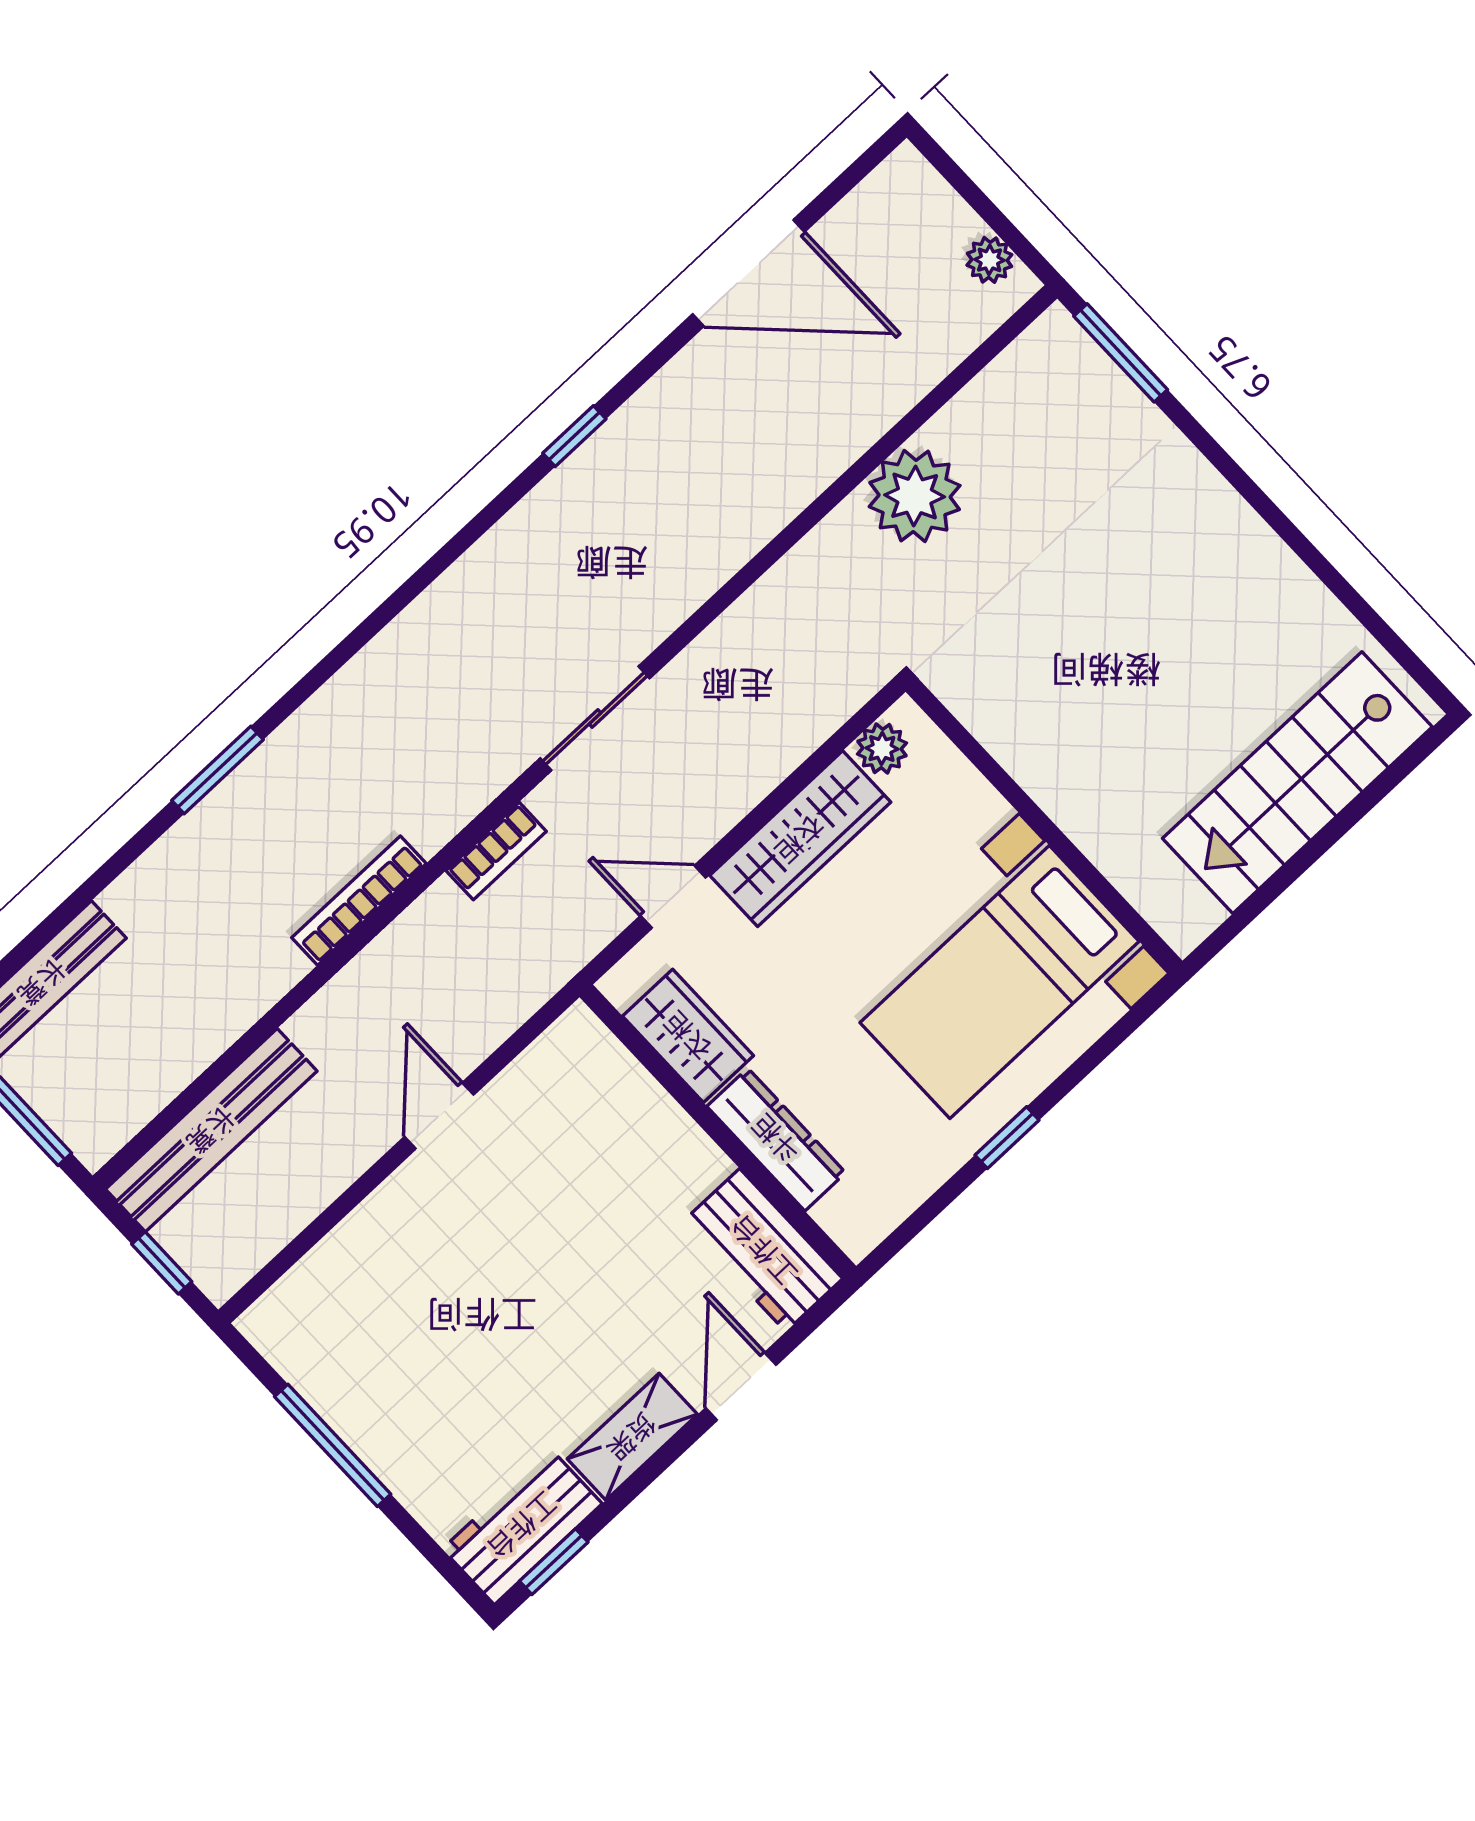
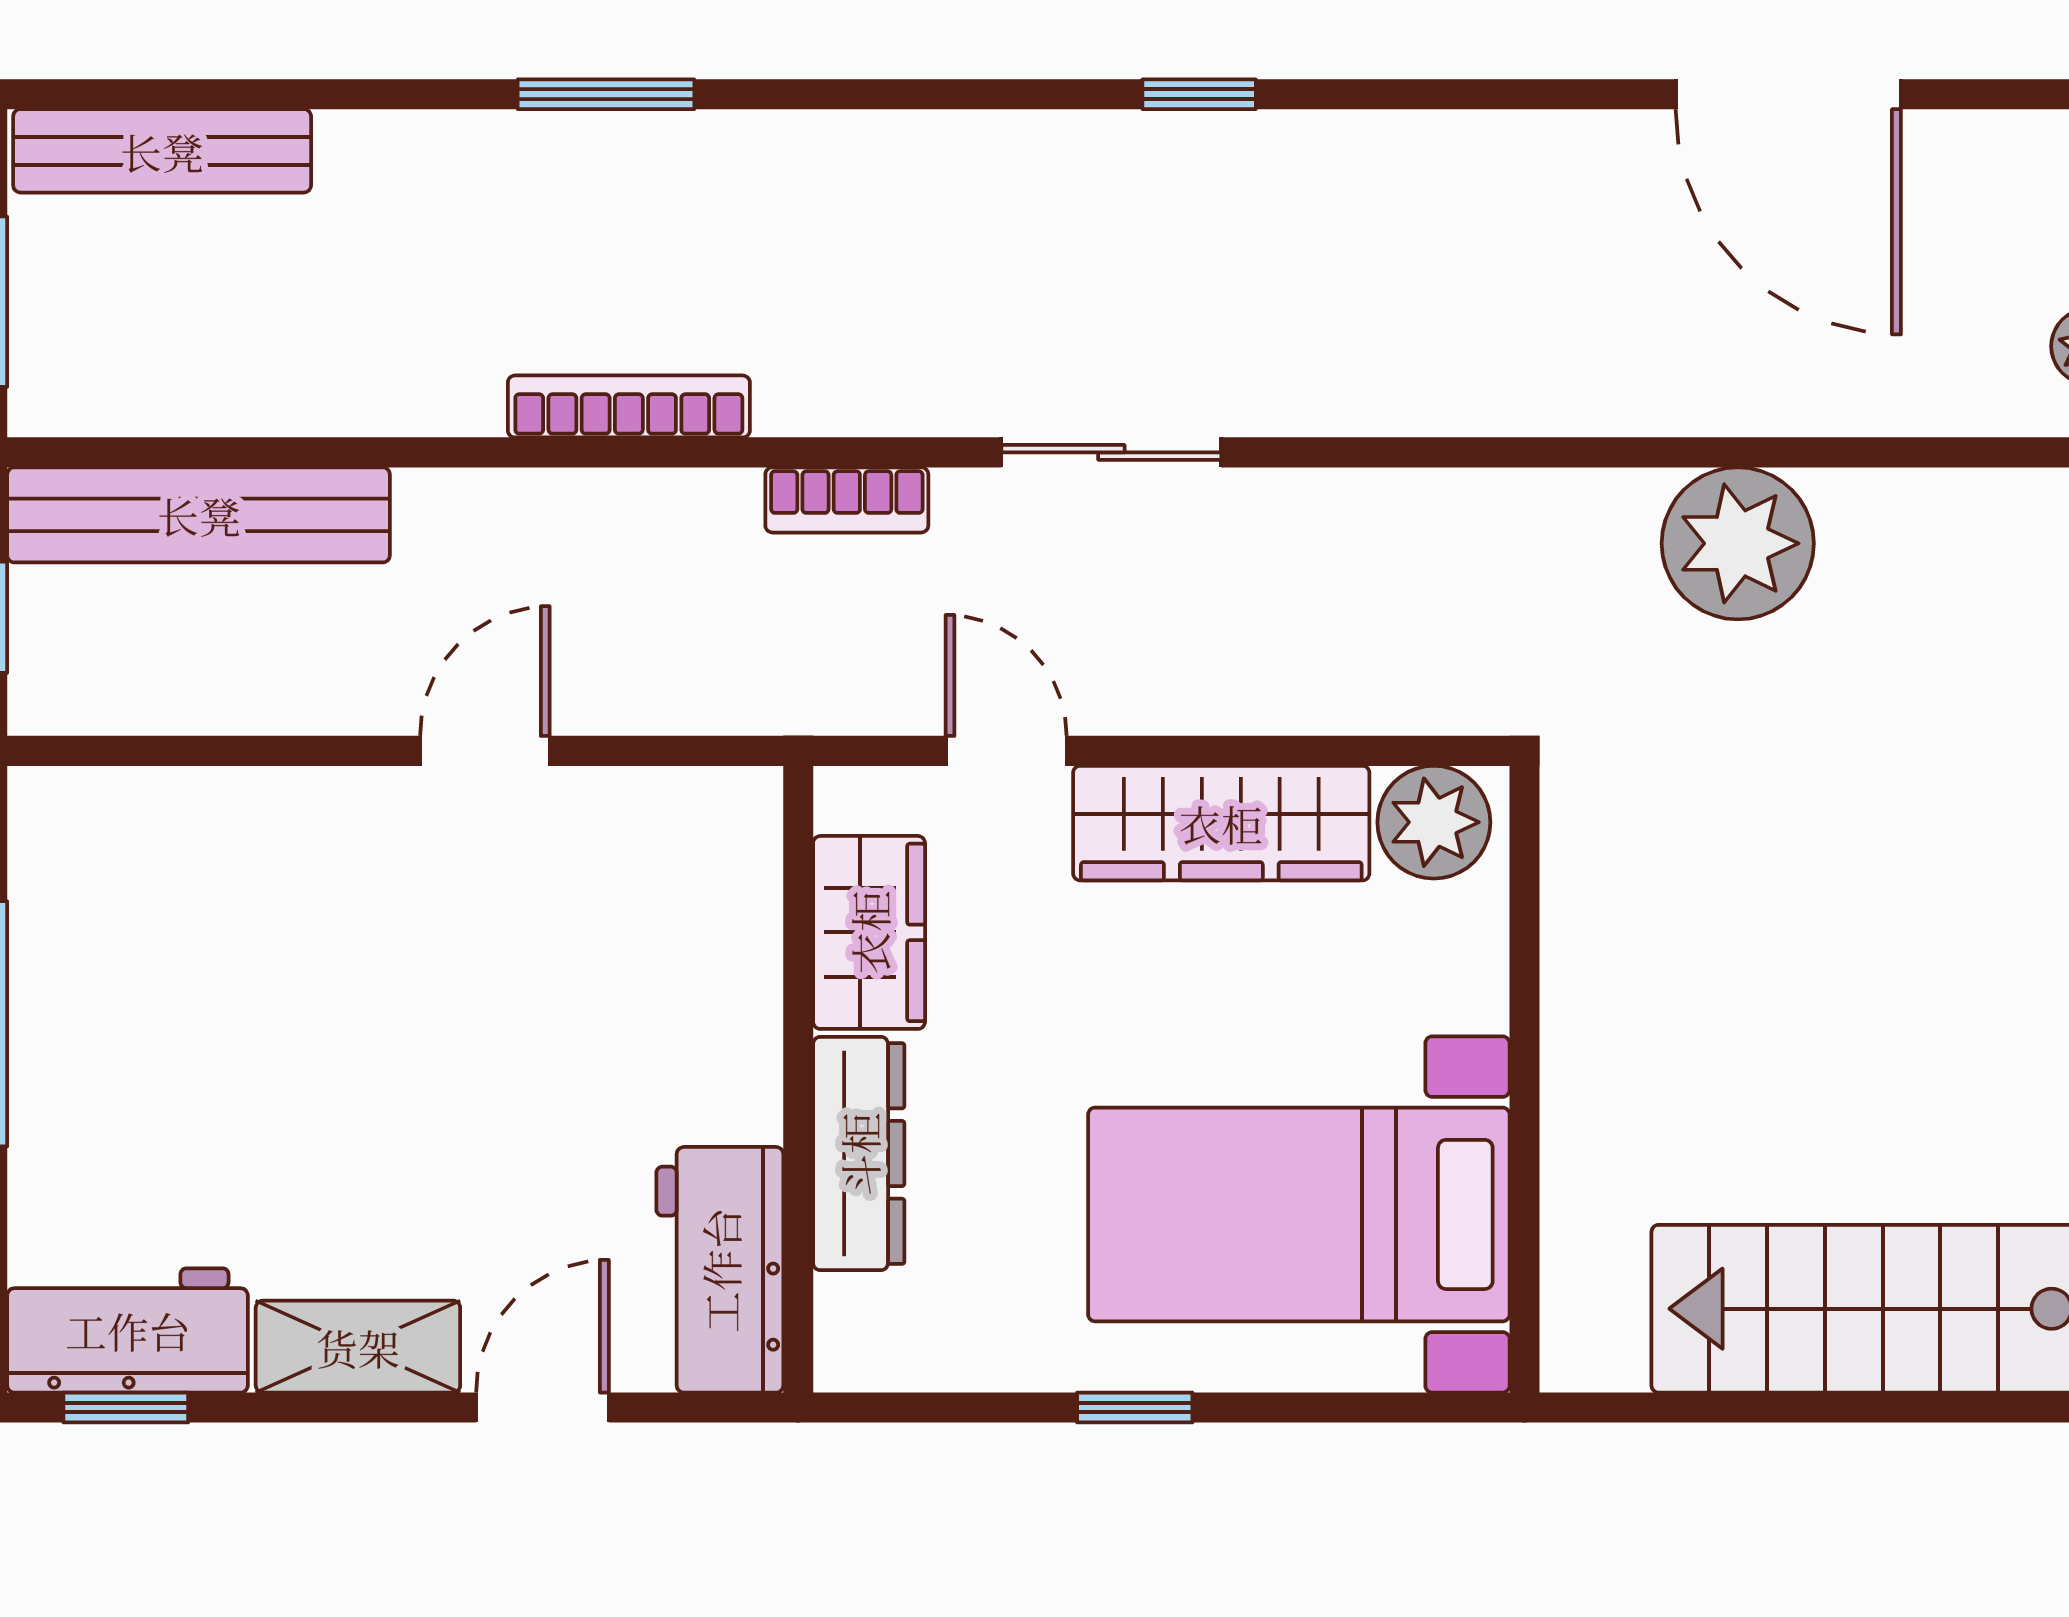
window: (574, 436) -> (1199, 94), moved
plant: (882, 749) -> (1434, 822), width x1.38, depth x1.38

